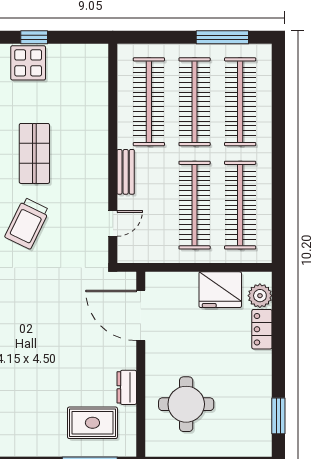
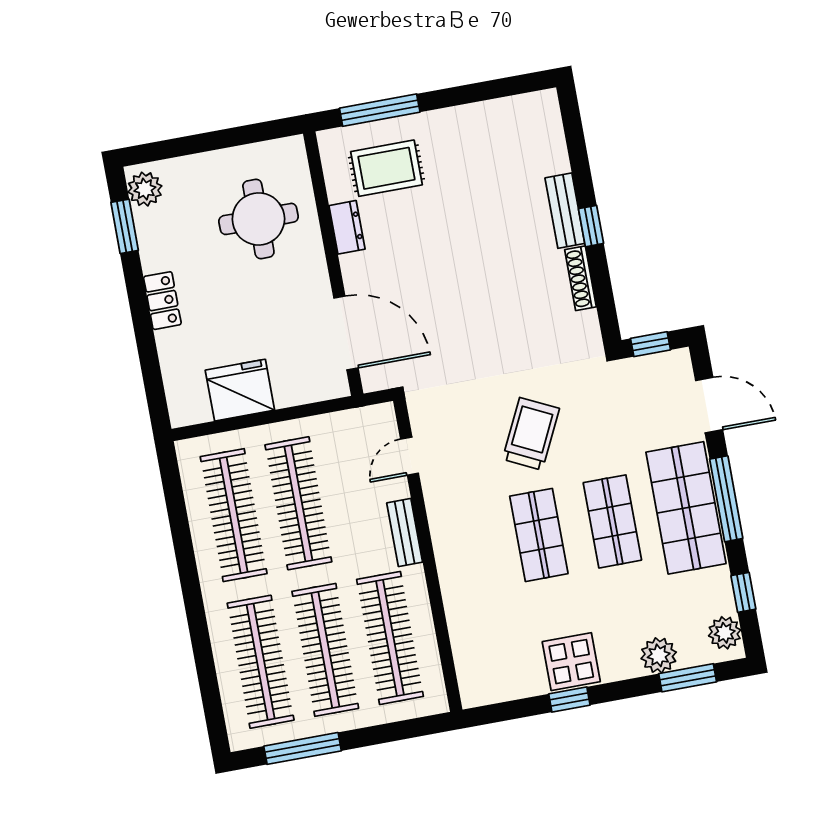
plant: (260, 296) -> (145, 189), moved
locker: (262, 329) -> (162, 301), moved

